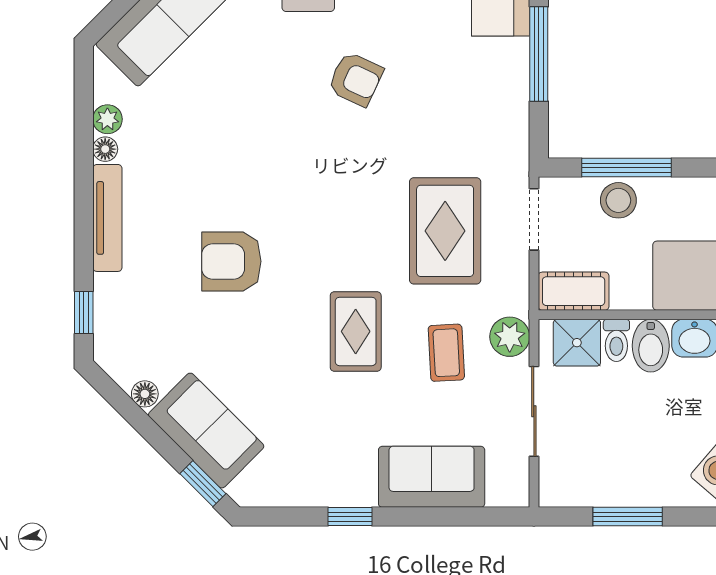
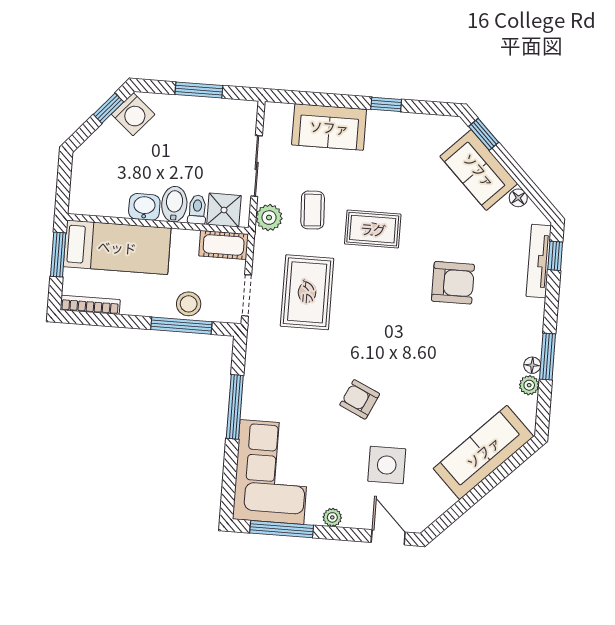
window: (84, 163) -> (547, 357), added
tv unit: (107, 218) -> (539, 261), moved
rug: (356, 331) -> (373, 229), turned 90

